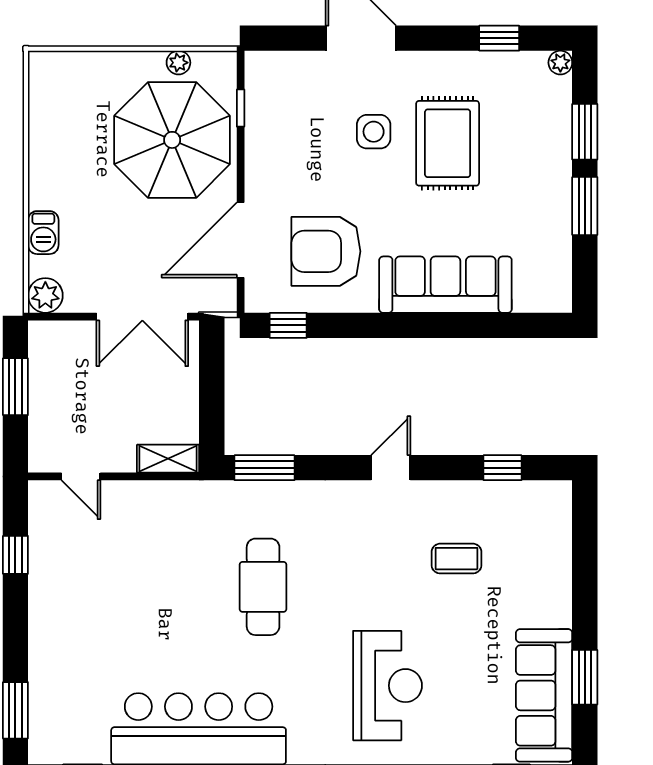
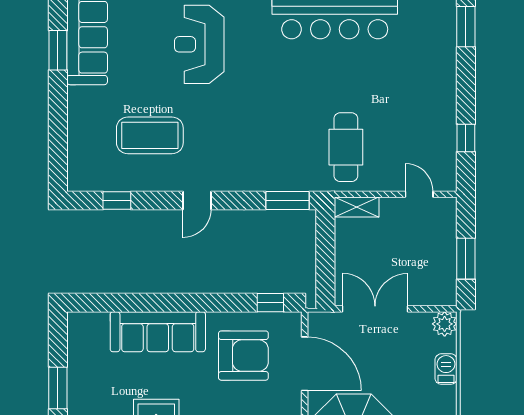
door: (241, 240) -> (305, 364), hinge flipped
coffee table: (456, 559) -> (150, 135), width x1.86, depth x1.72
cafe table: (263, 587) -> (346, 147), moved

